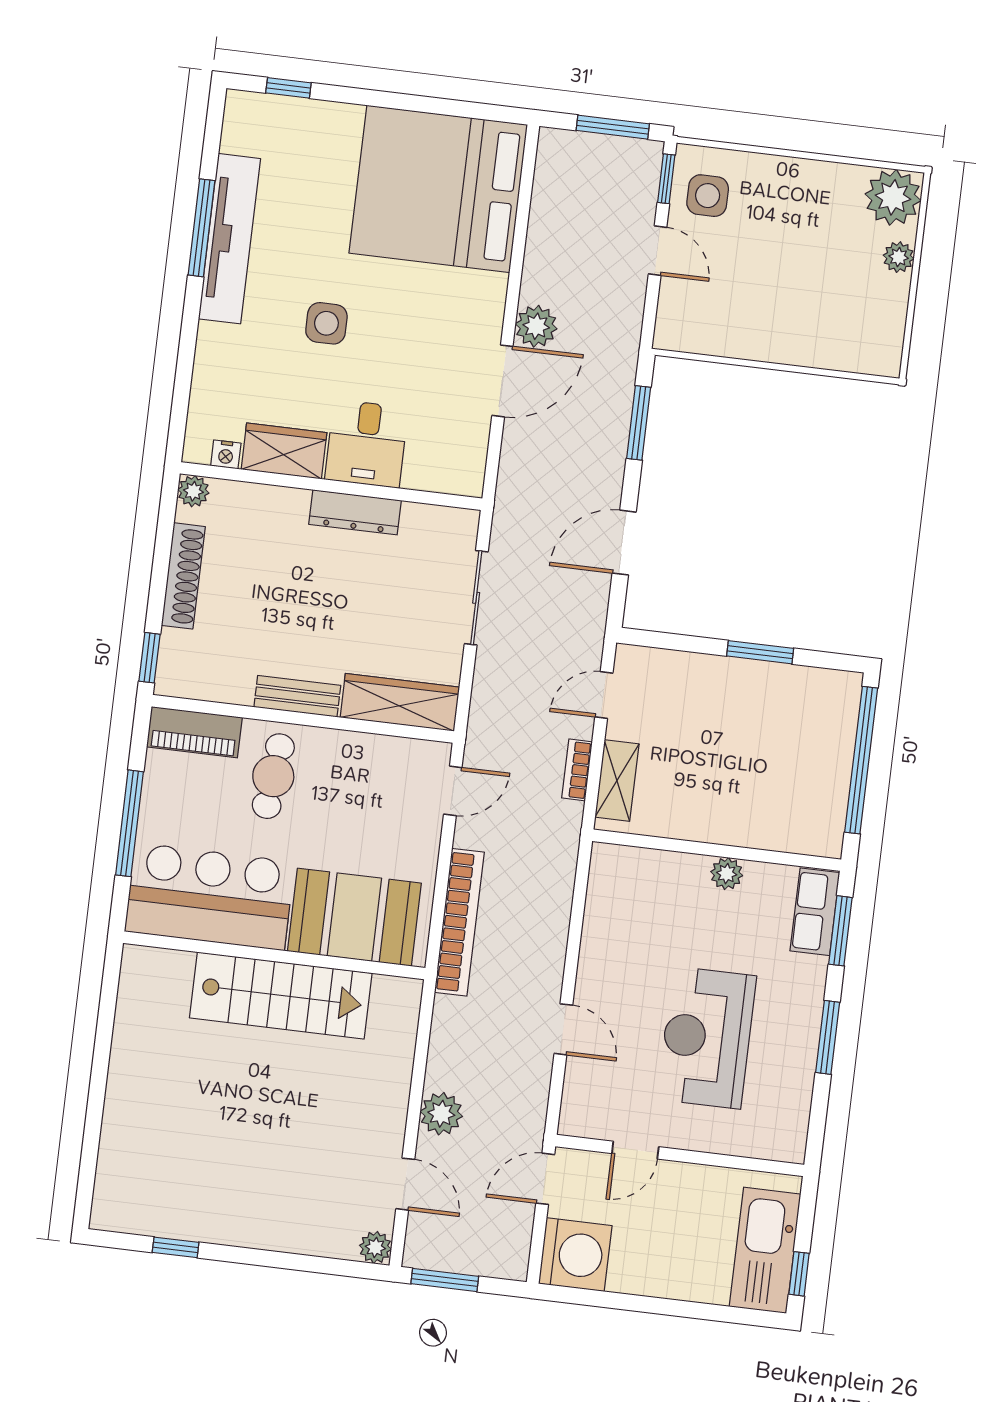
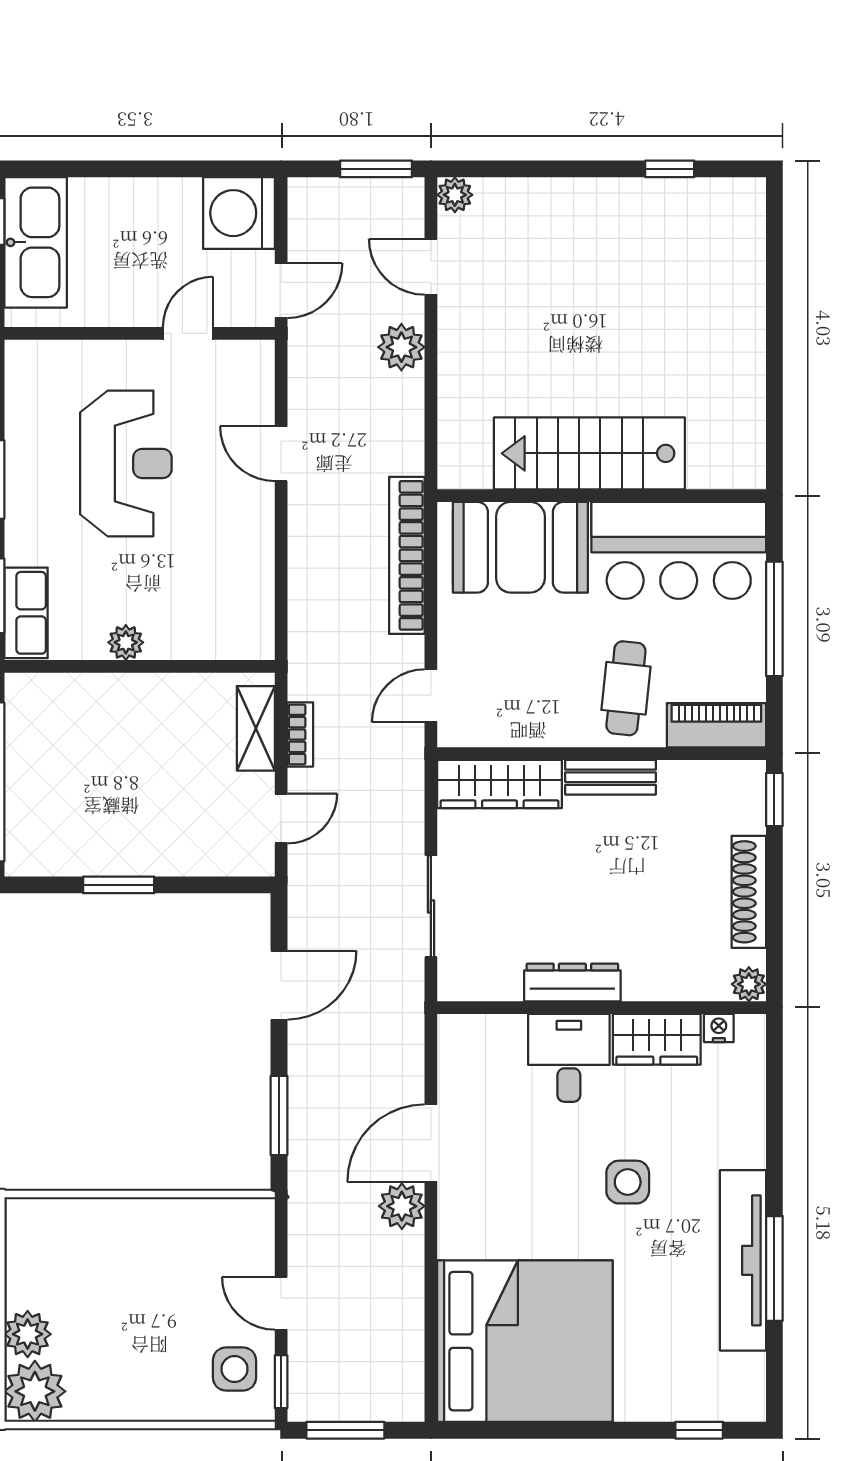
plant: (899, 257) -> (28, 1334), width x1.38, depth x1.38

